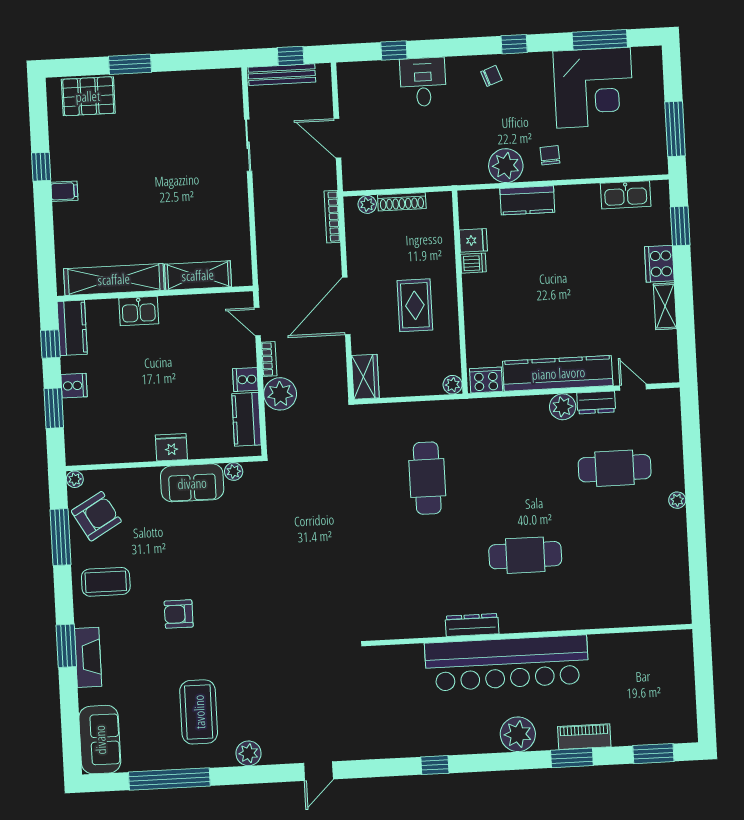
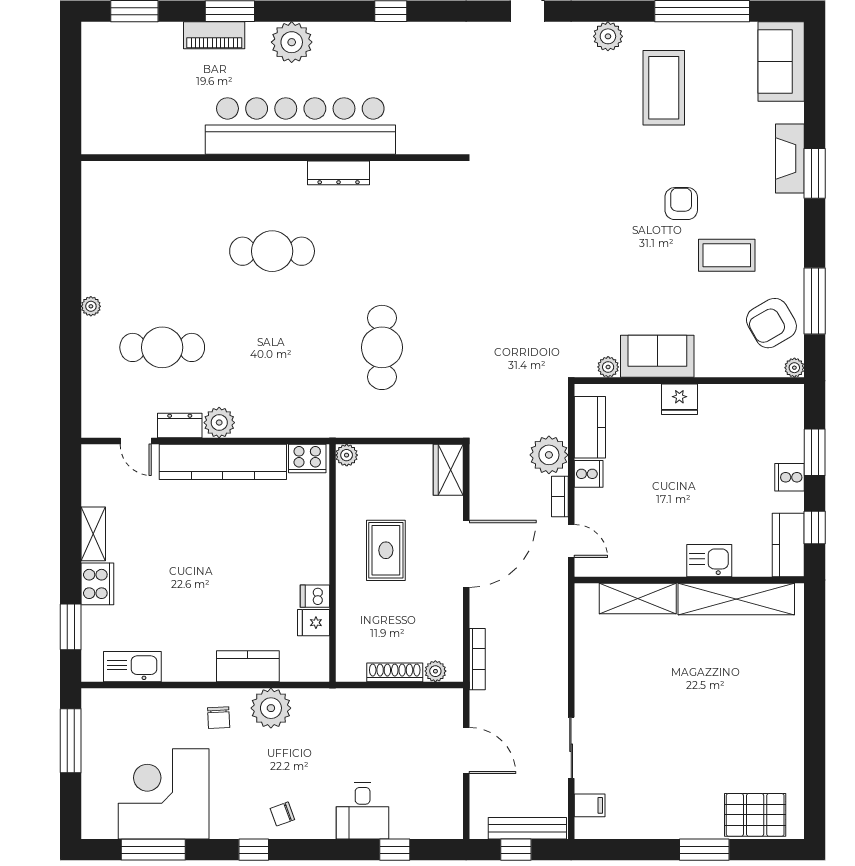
window: (41, 167) -> (815, 735), removed
filing cabinet: (64, 191) -> (590, 805), moved, turned 180
coffee table: (106, 582) -> (727, 255), moved
armchair: (179, 614) -> (681, 204), turned -90

